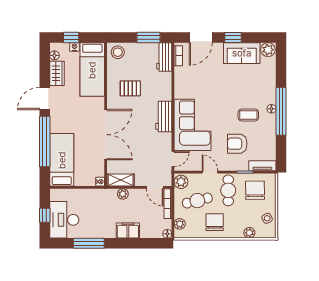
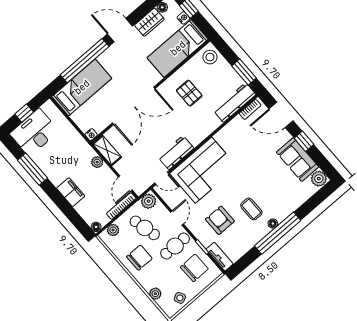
workbench: (164, 57) -> (235, 103), width x1.38
workbench: (164, 116) -> (176, 153), moved

